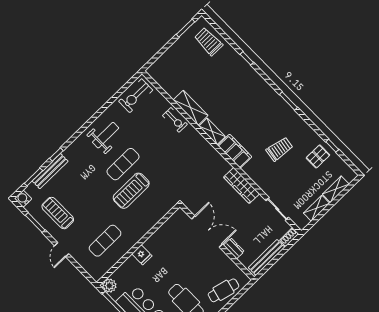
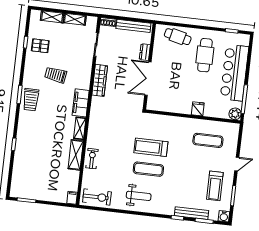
trolley: (208, 41) -> (31, 100), moved
filing cabinet: (154, 72) -> (72, 198), added
weight bench: (106, 135) -> (139, 196), turned 180
treadmill: (131, 191) -> (151, 147), moved, turned 180

